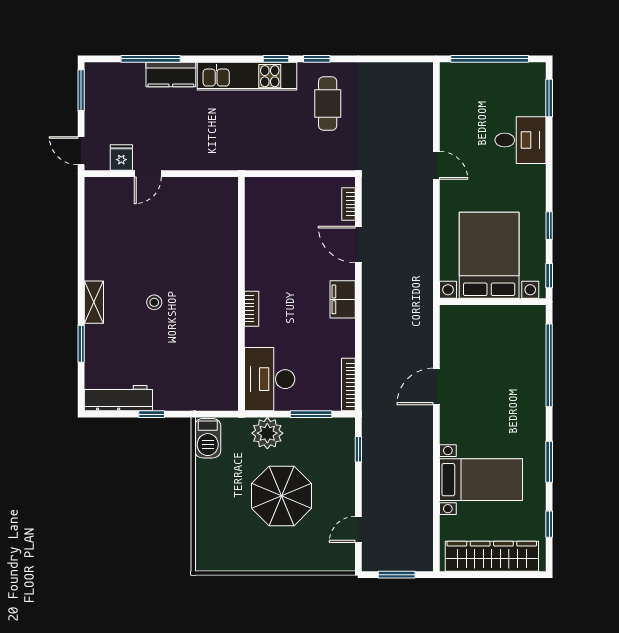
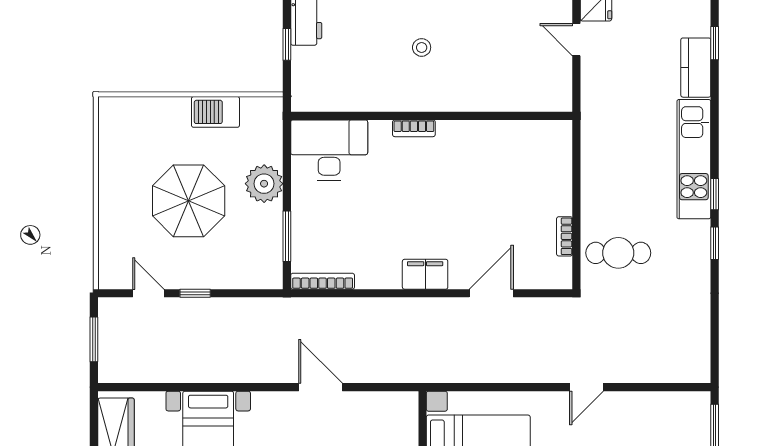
window: (151, 59) -> (715, 43), width x0.46
cafe table: (328, 104) -> (618, 253), moved
bookcase: (349, 204) -> (565, 236), moved, turned -90
wall: (241, 294) -> (432, 116), moved
bookcase: (252, 309) -> (414, 128), moved
desk: (270, 379) -> (329, 150), moved
barbecue: (208, 438) -> (215, 112), moved
window: (358, 449) -> (195, 293), moved

